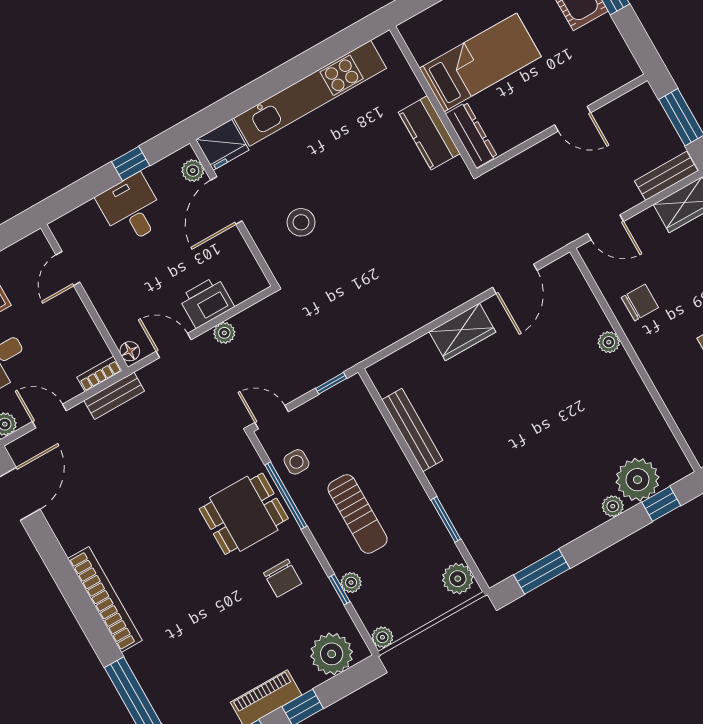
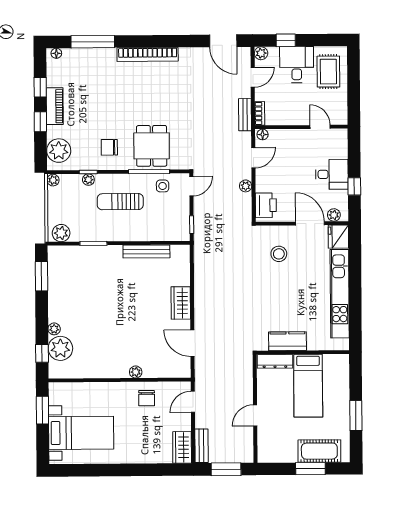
printer: (206, 302) -> (266, 205), moved

